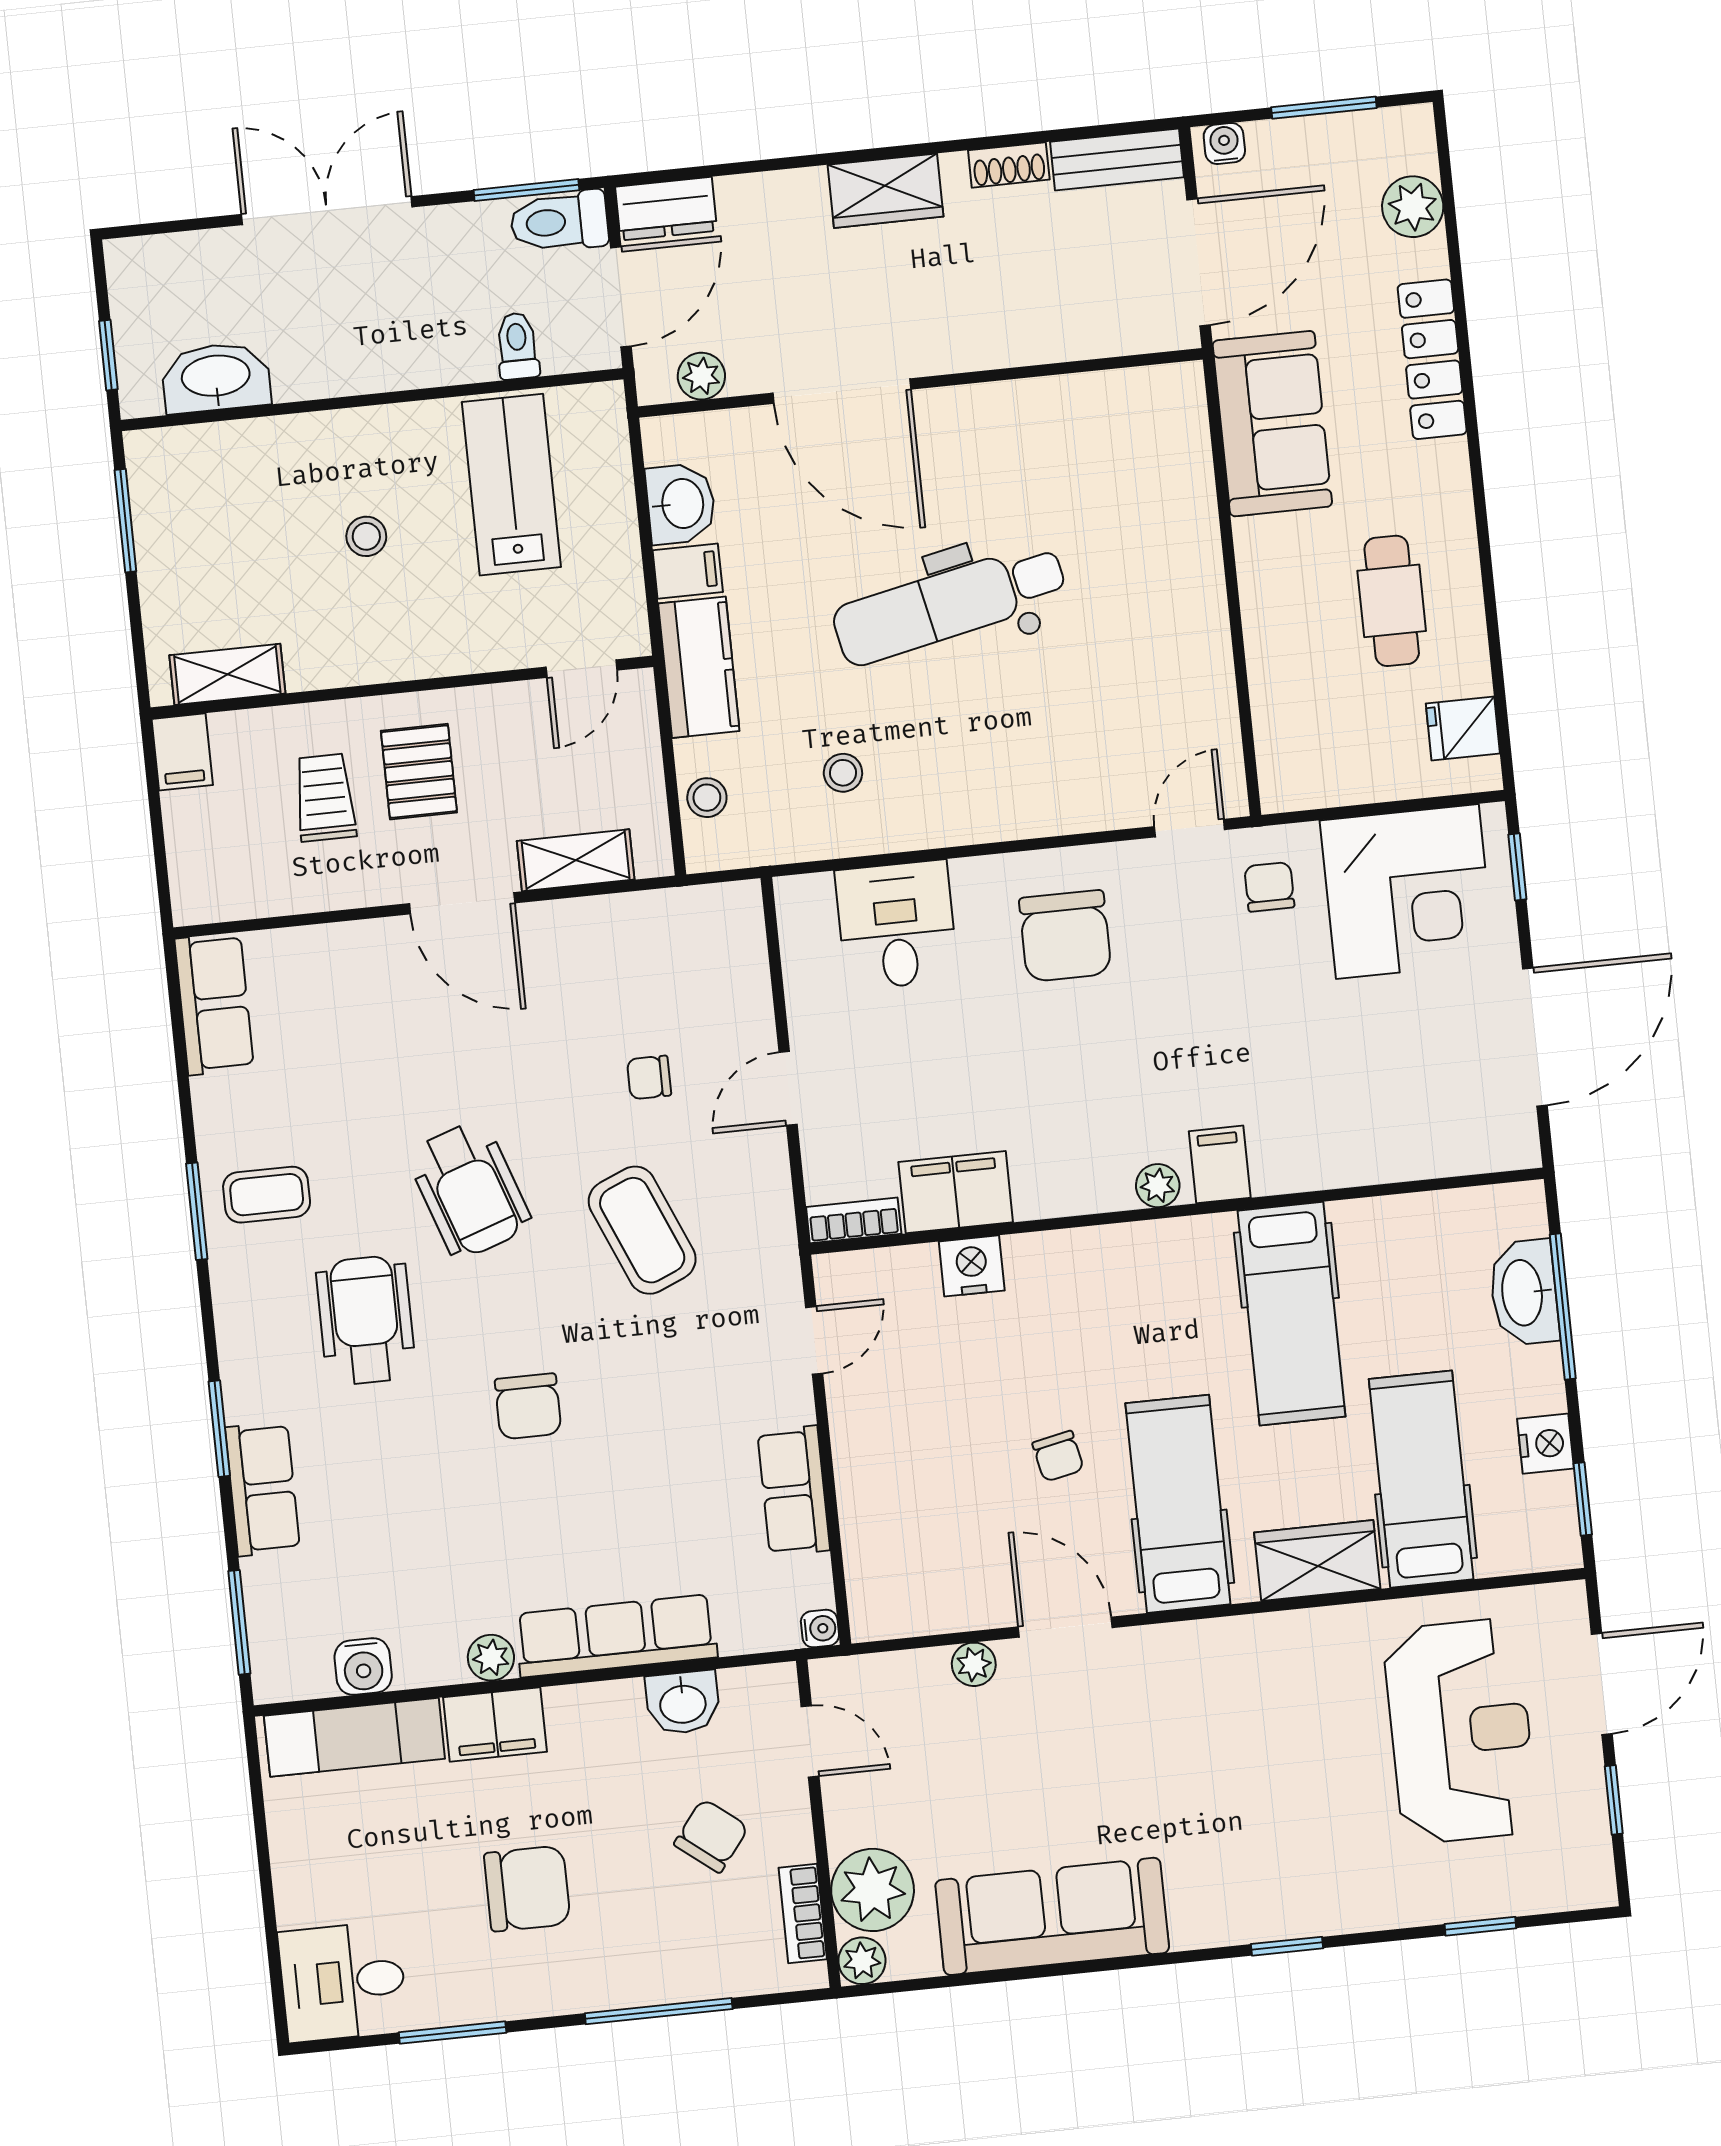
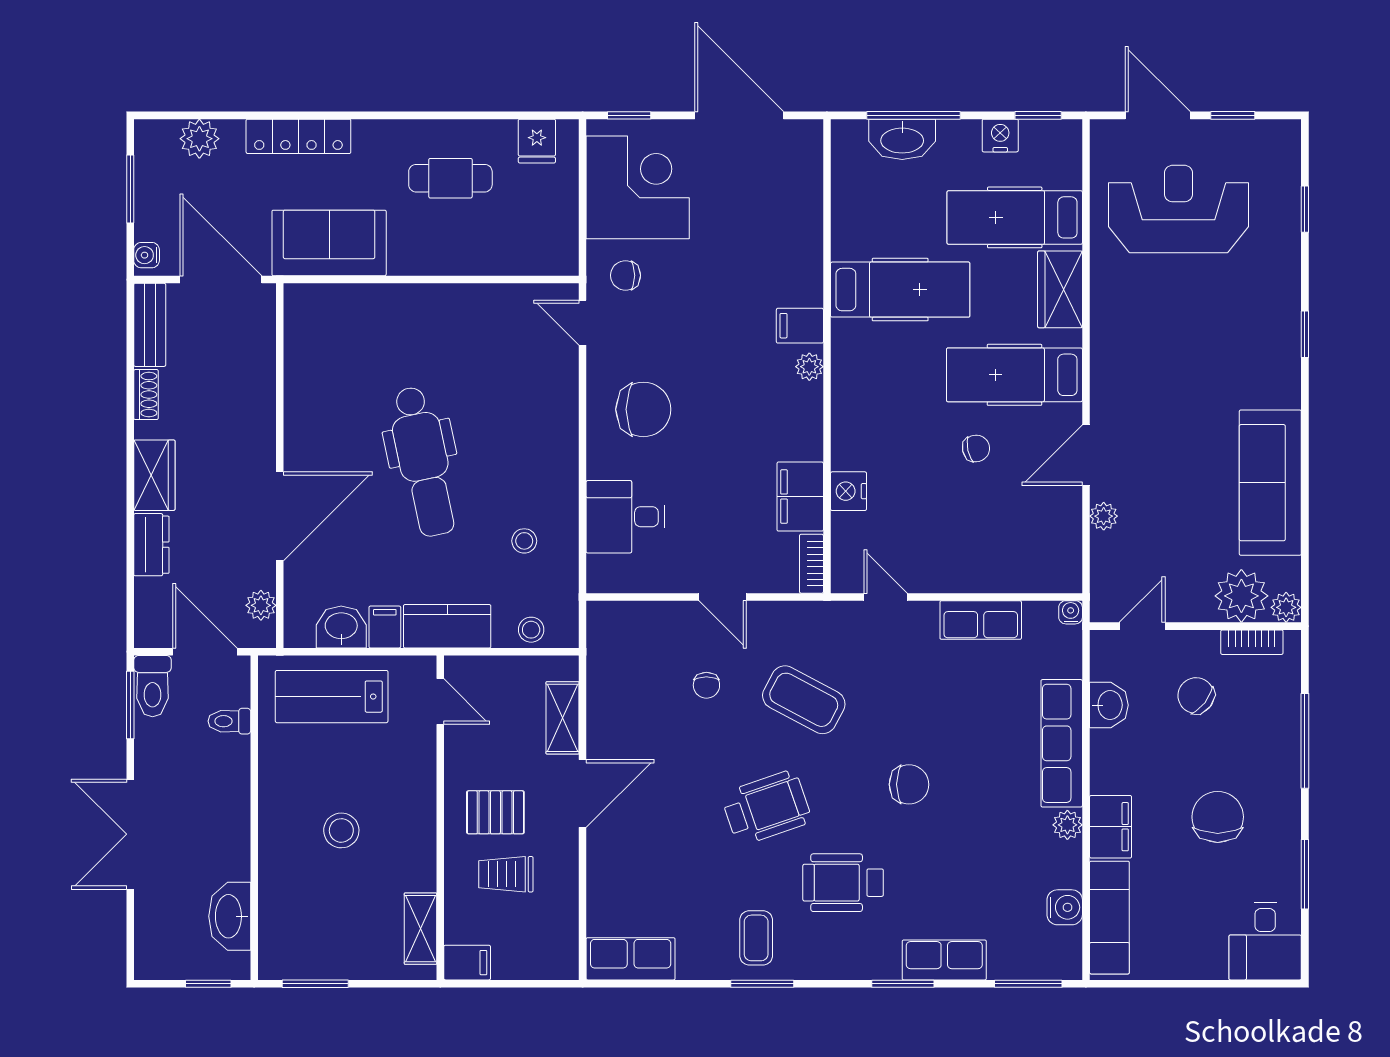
dresser: (666, 209) -> (151, 545), moved
lab bench: (511, 485) -> (332, 697), moved
stool: (366, 536) -> (341, 830), width x1.37, depth x1.37
coffee table: (642, 1230) -> (804, 700), turned 51

